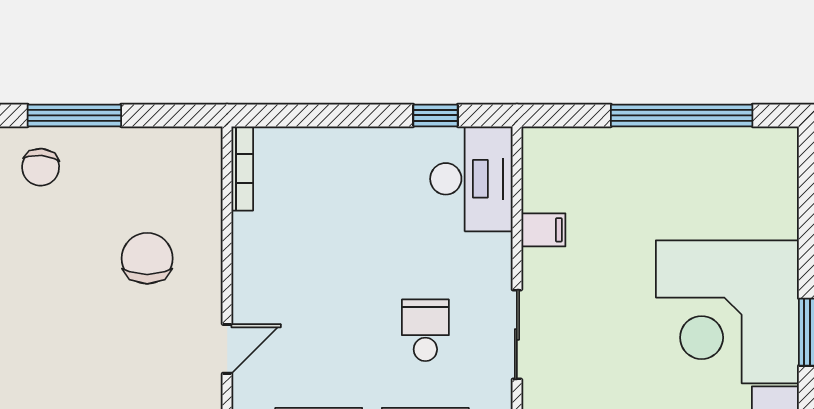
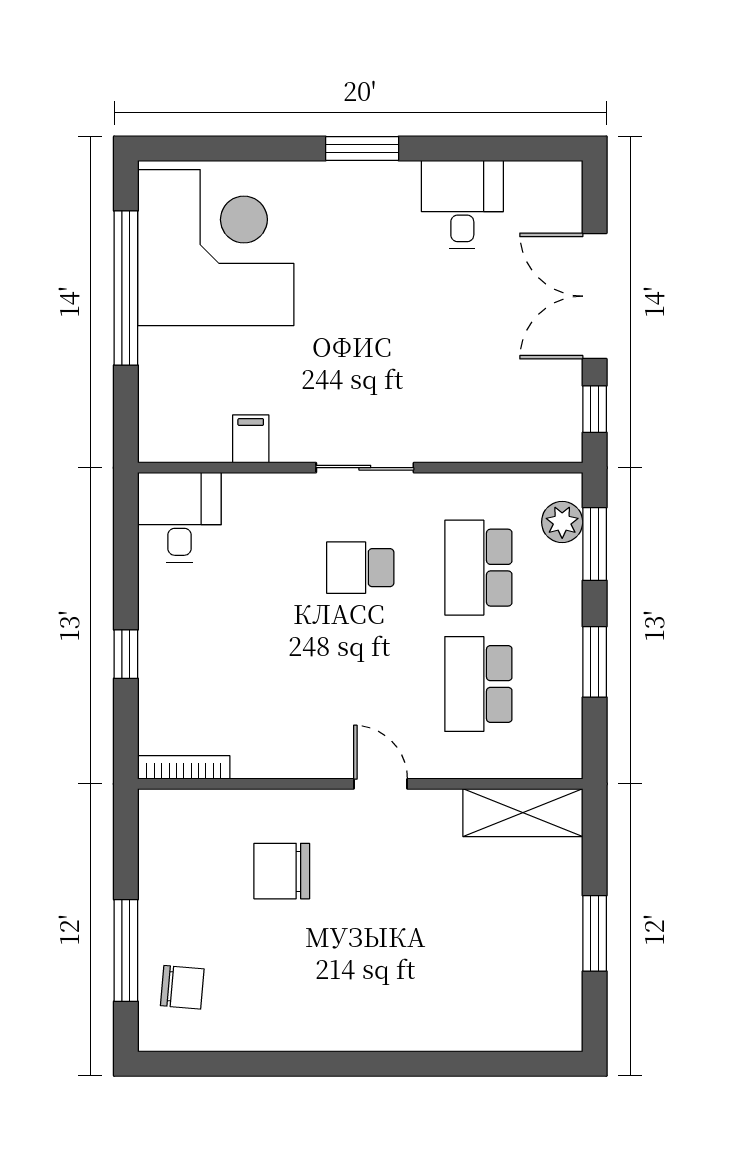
window: (435, 115) -> (126, 654), moved
desk: (471, 179) -> (179, 517), width x0.73
corner desk: (727, 312) -> (216, 248), moved, turned -90

